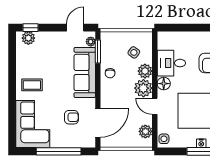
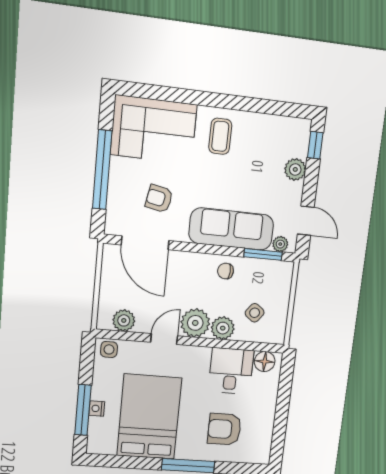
plant: (28, 38) -> (295, 169), moved
floor lamp: (164, 84) -> (265, 361), moved
armchair: (71, 117) -> (159, 199), turned 101

